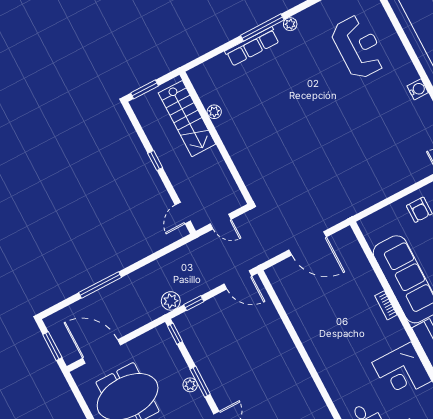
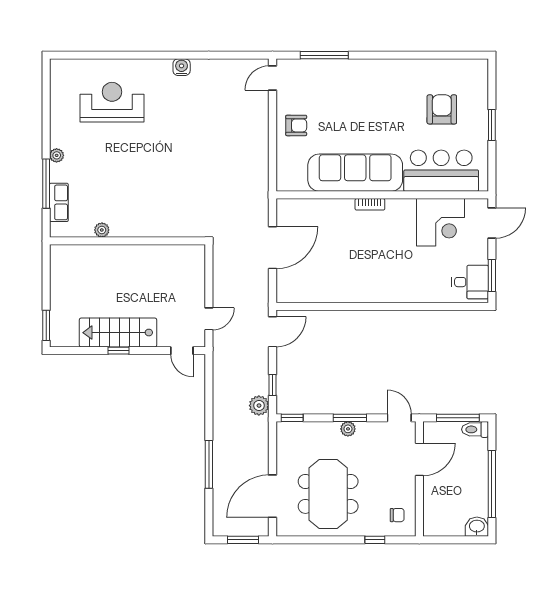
row of seats: (252, 46) -> (59, 202), width x0.68
plant: (214, 112) -> (102, 230), moved
stairs: (187, 119) -> (118, 333), moved, turned 180
wall: (216, 138) -> (127, 241), moved

